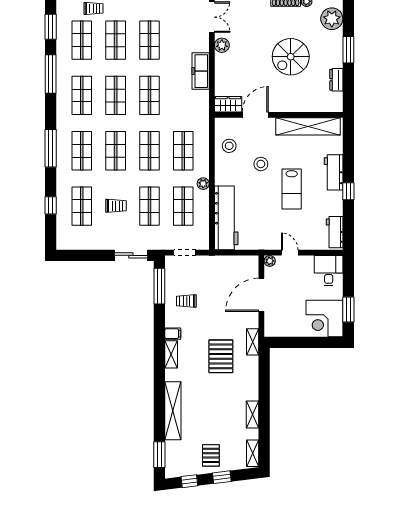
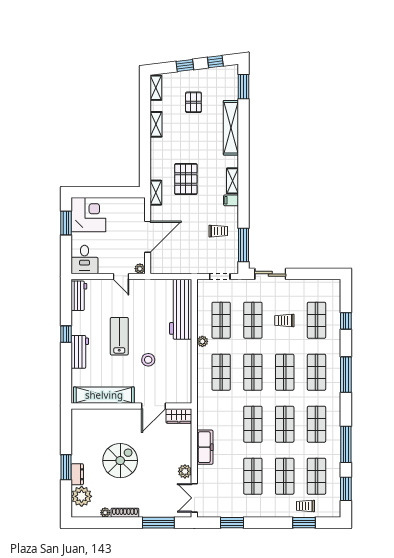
dresser: (336, 80) -> (77, 474), moved
stool: (229, 146) -> (178, 377), removed
pallet: (211, 455) -> (193, 102), moved

